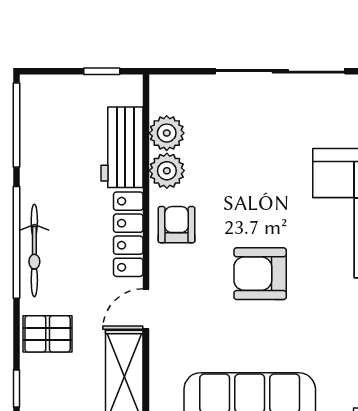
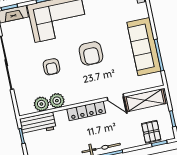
workbench: (122, 147) -> (38, 124), moved
armchair: (177, 225) -> (51, 67), moved, turned -90
pallet: (48, 334) -> (151, 132), moved

